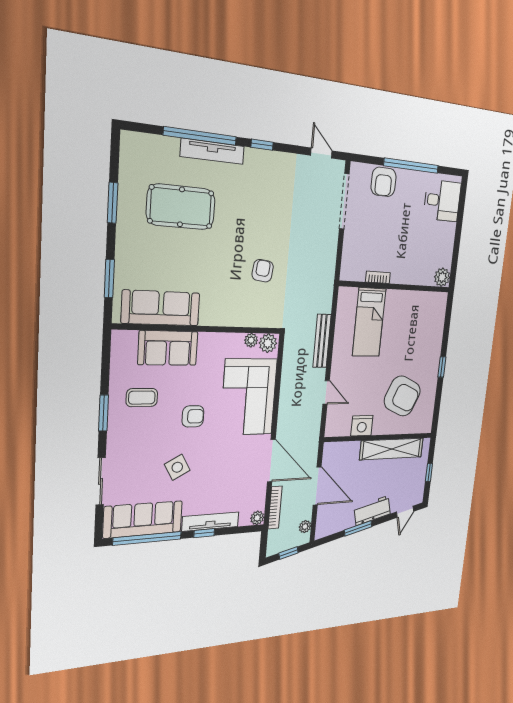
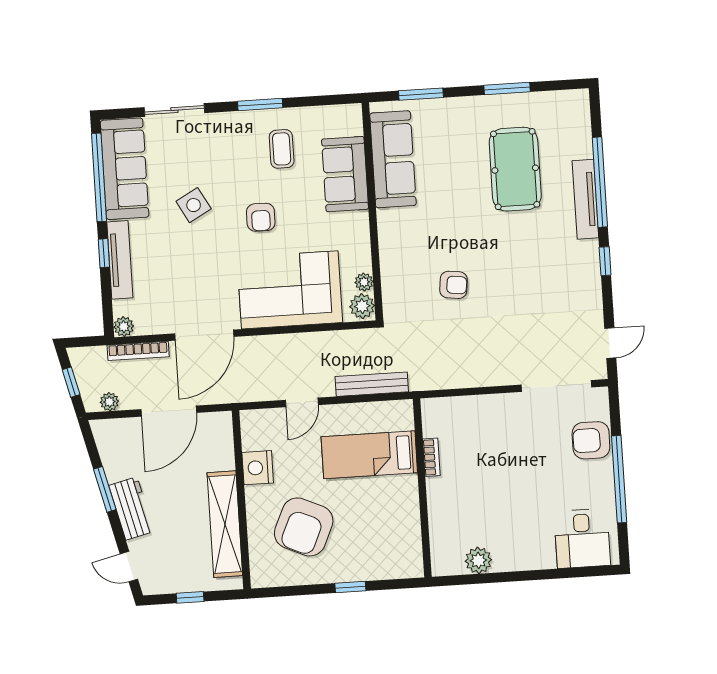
bookcase: (378, 277) -> (431, 457), moved
wall: (396, 287) -> (422, 488), moved
bed: (369, 322) -> (369, 455), moved

